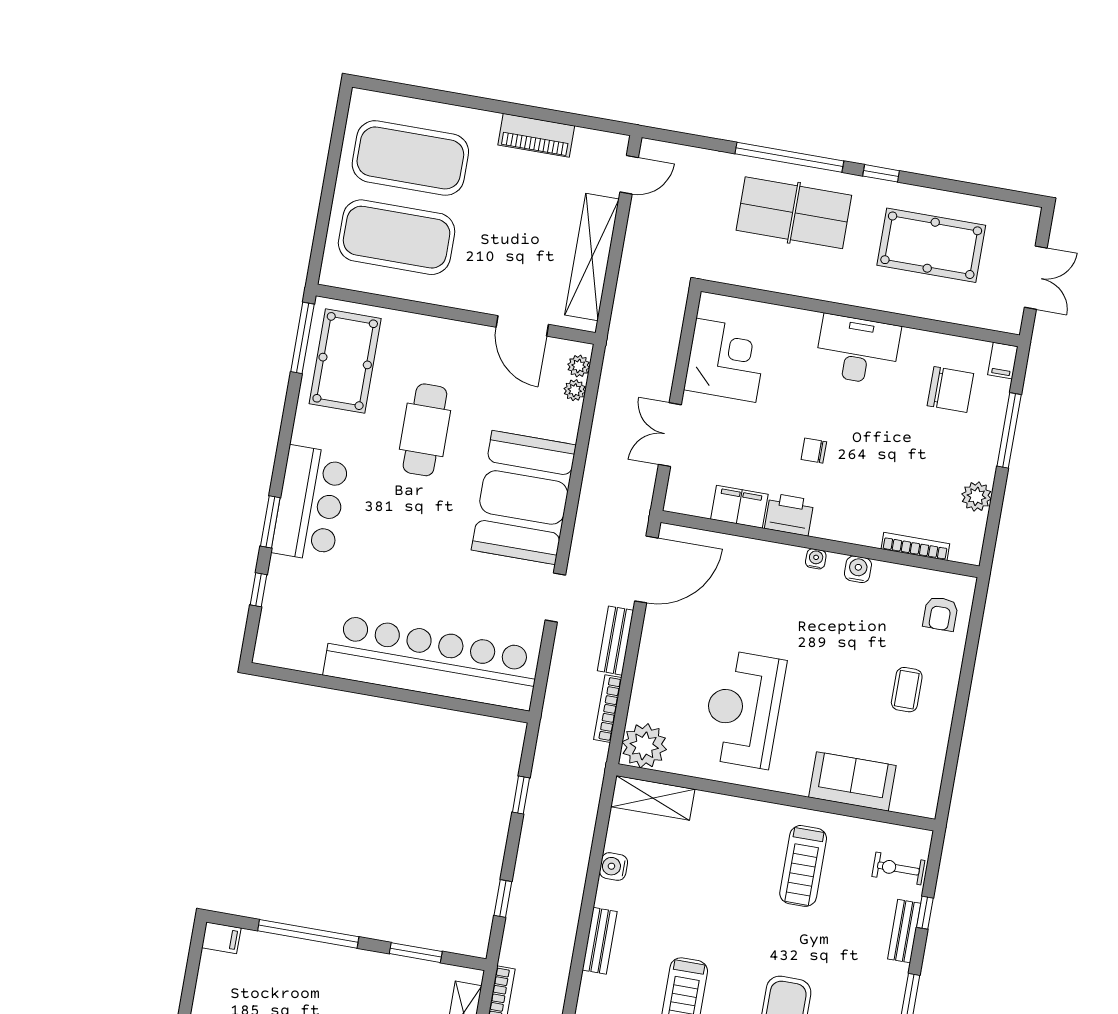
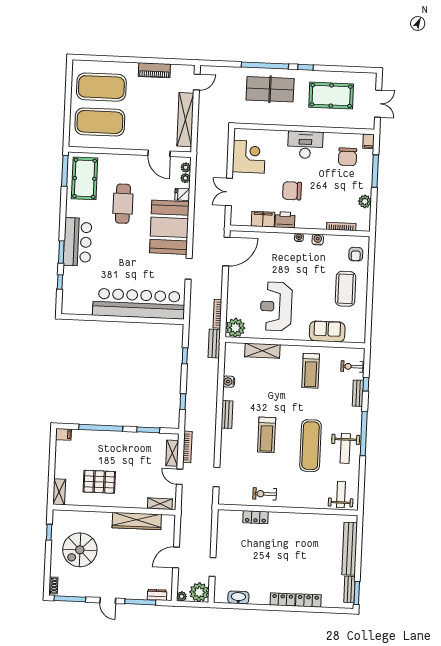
chair: (950, 390) -> (348, 157), turned 90
fridge: (563, 426) -> (182, 194), added
chair: (814, 451) -> (292, 191), width x1.87, depth x1.87
bench: (615, 641) -> (214, 343), moved
coffee table: (907, 690) -> (346, 289), width x1.86, depth x1.72
shelving: (653, 798) -> (262, 351), moved

